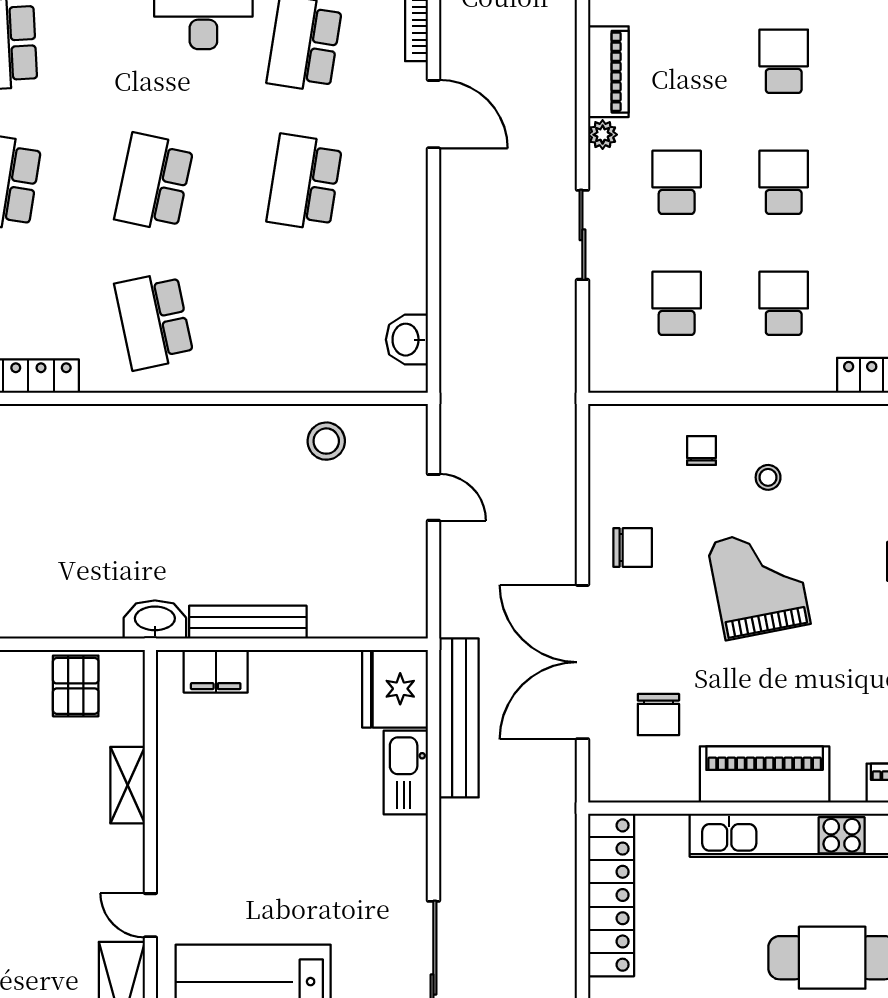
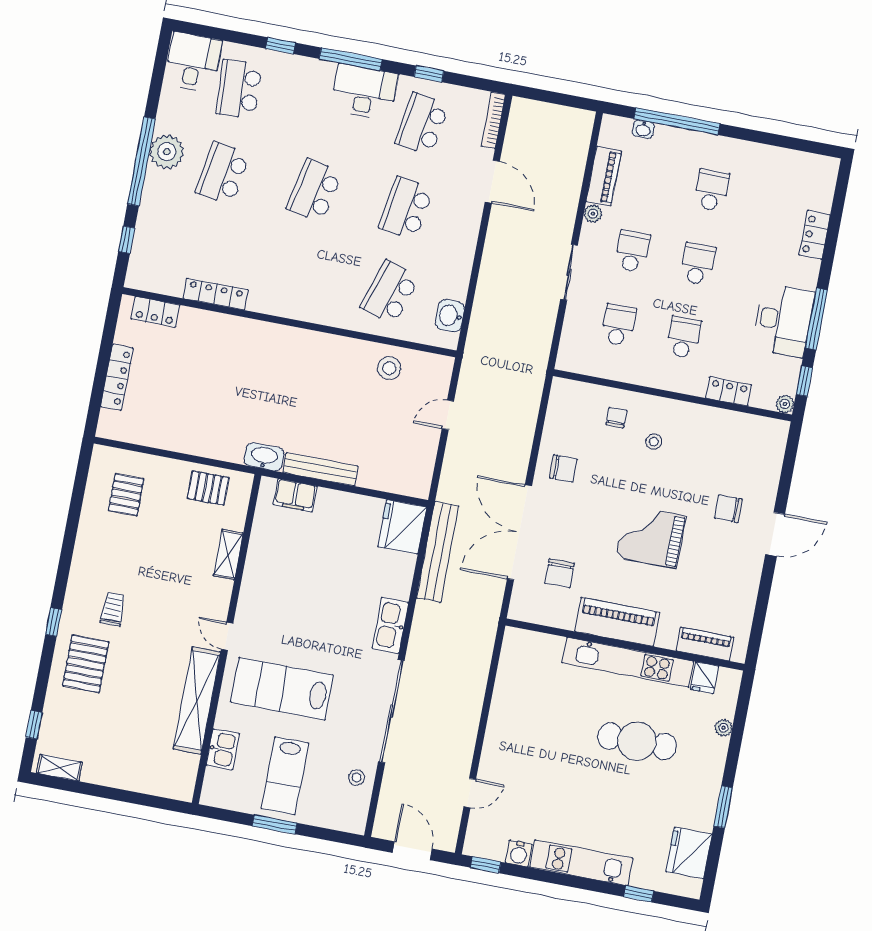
school desk: (154, 321) -> (390, 292), moved, turned 30
door: (433, 497) -> (448, 415), swing flipped
grand piano: (759, 583) -> (651, 537), moved, turned -79
pallet: (76, 686) -> (208, 488), turned 90
kitchen sink: (406, 773) -> (390, 625), moved
locker: (611, 895) -> (510, 677), removed

